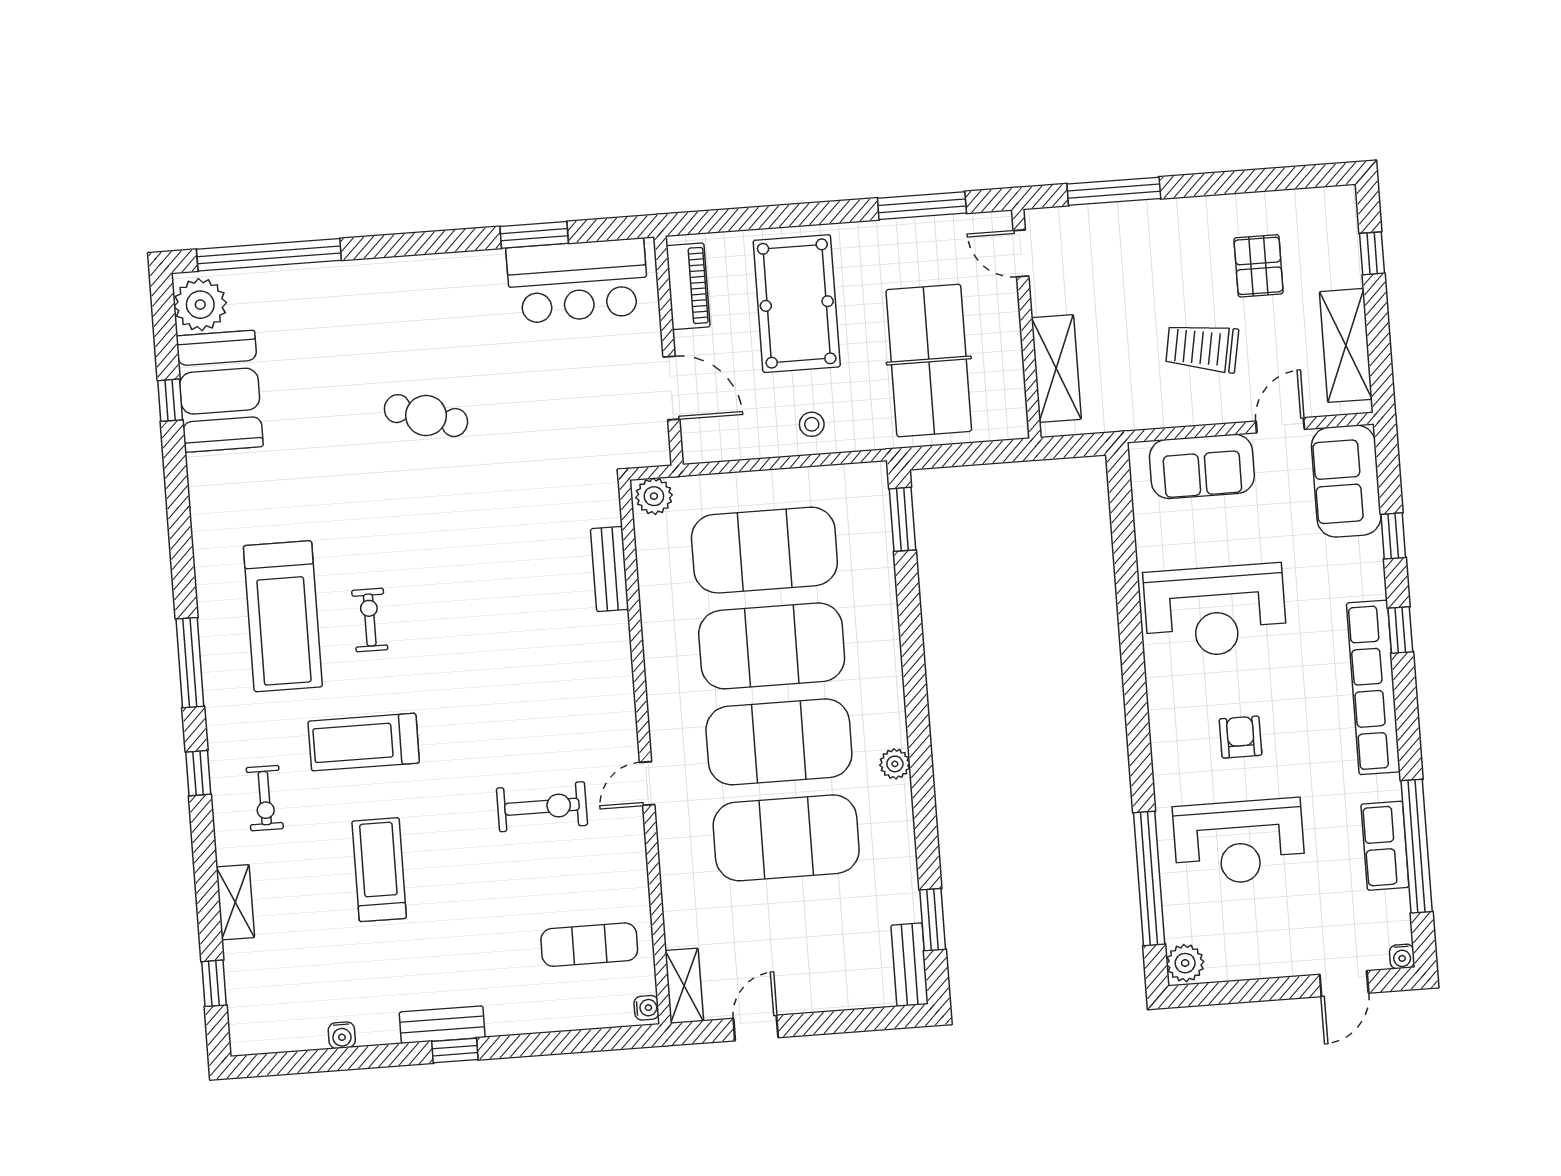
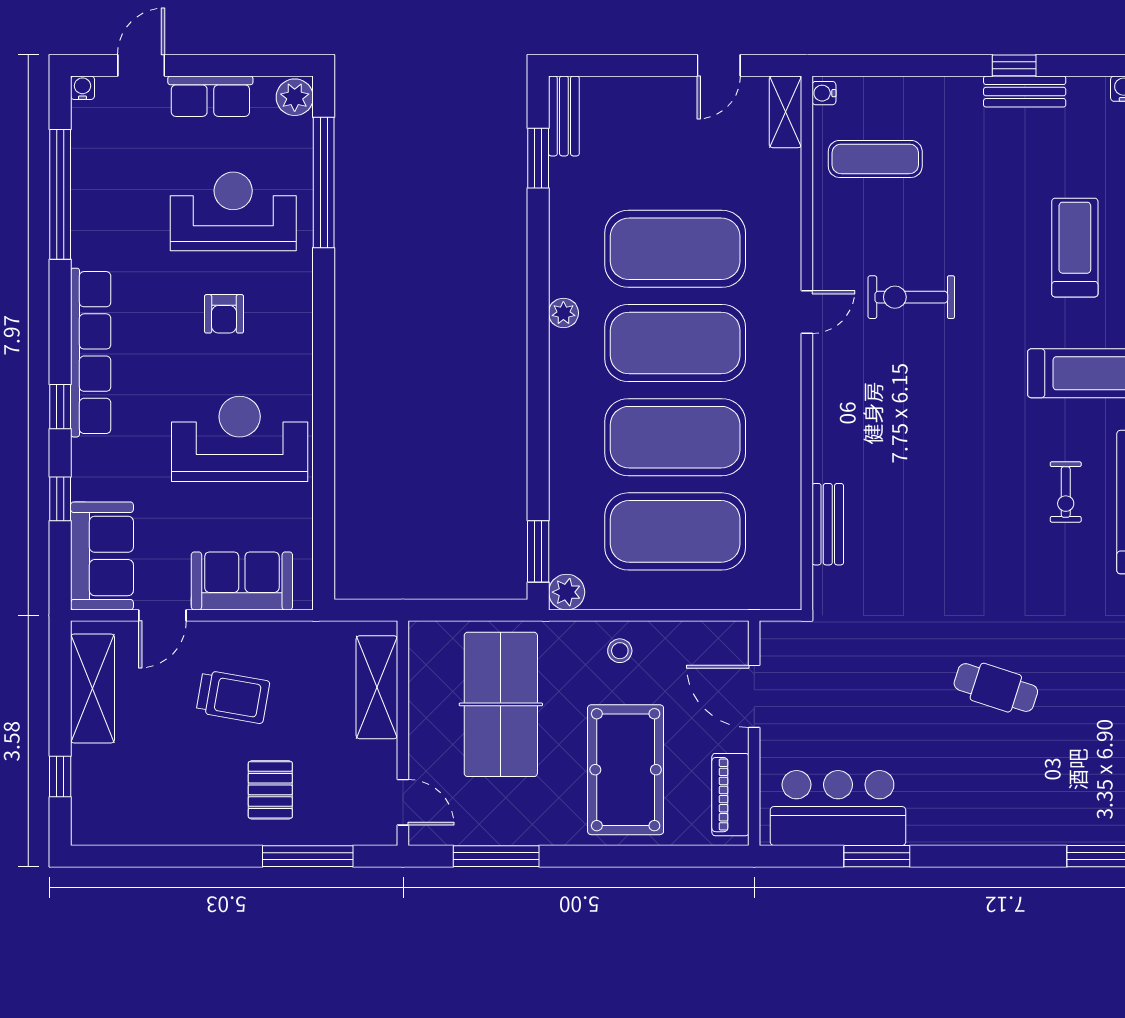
pallet: (1259, 266) -> (270, 790), moved
plant: (654, 496) -> (567, 592), moved
row of seats: (1385, 846) -> (210, 96), moved, turned 90
treadmill: (379, 870) -> (1075, 248), turned 180

